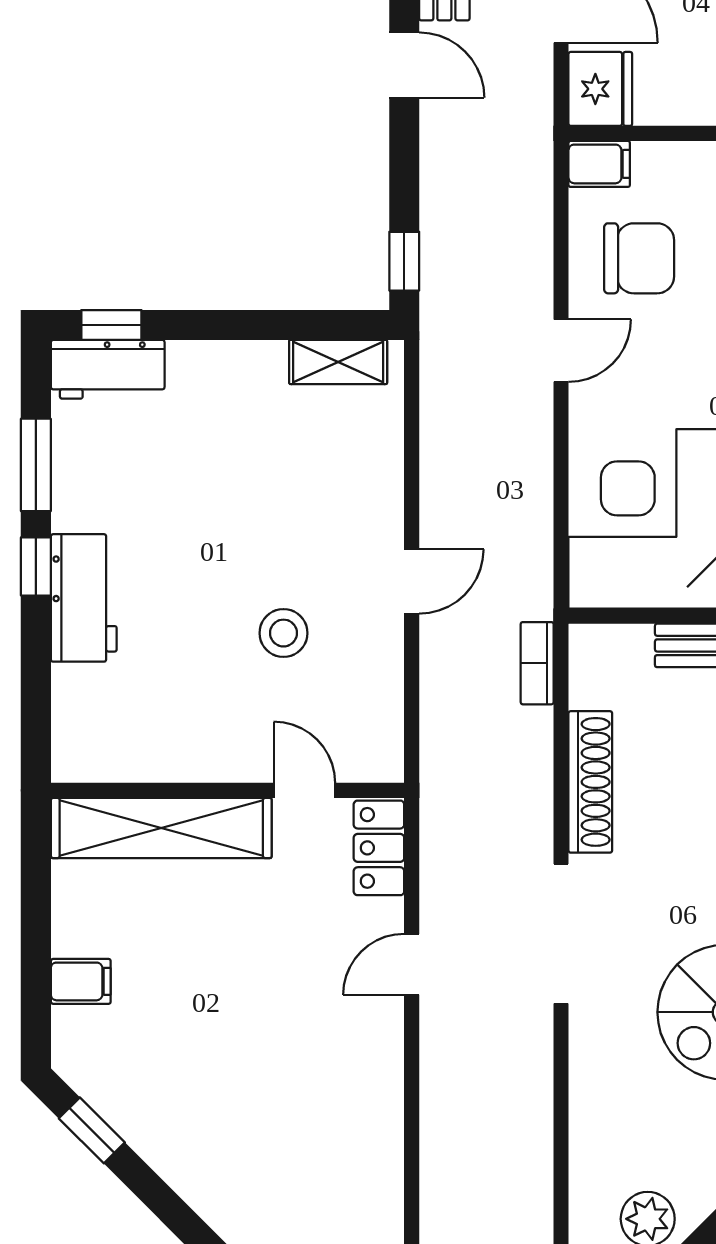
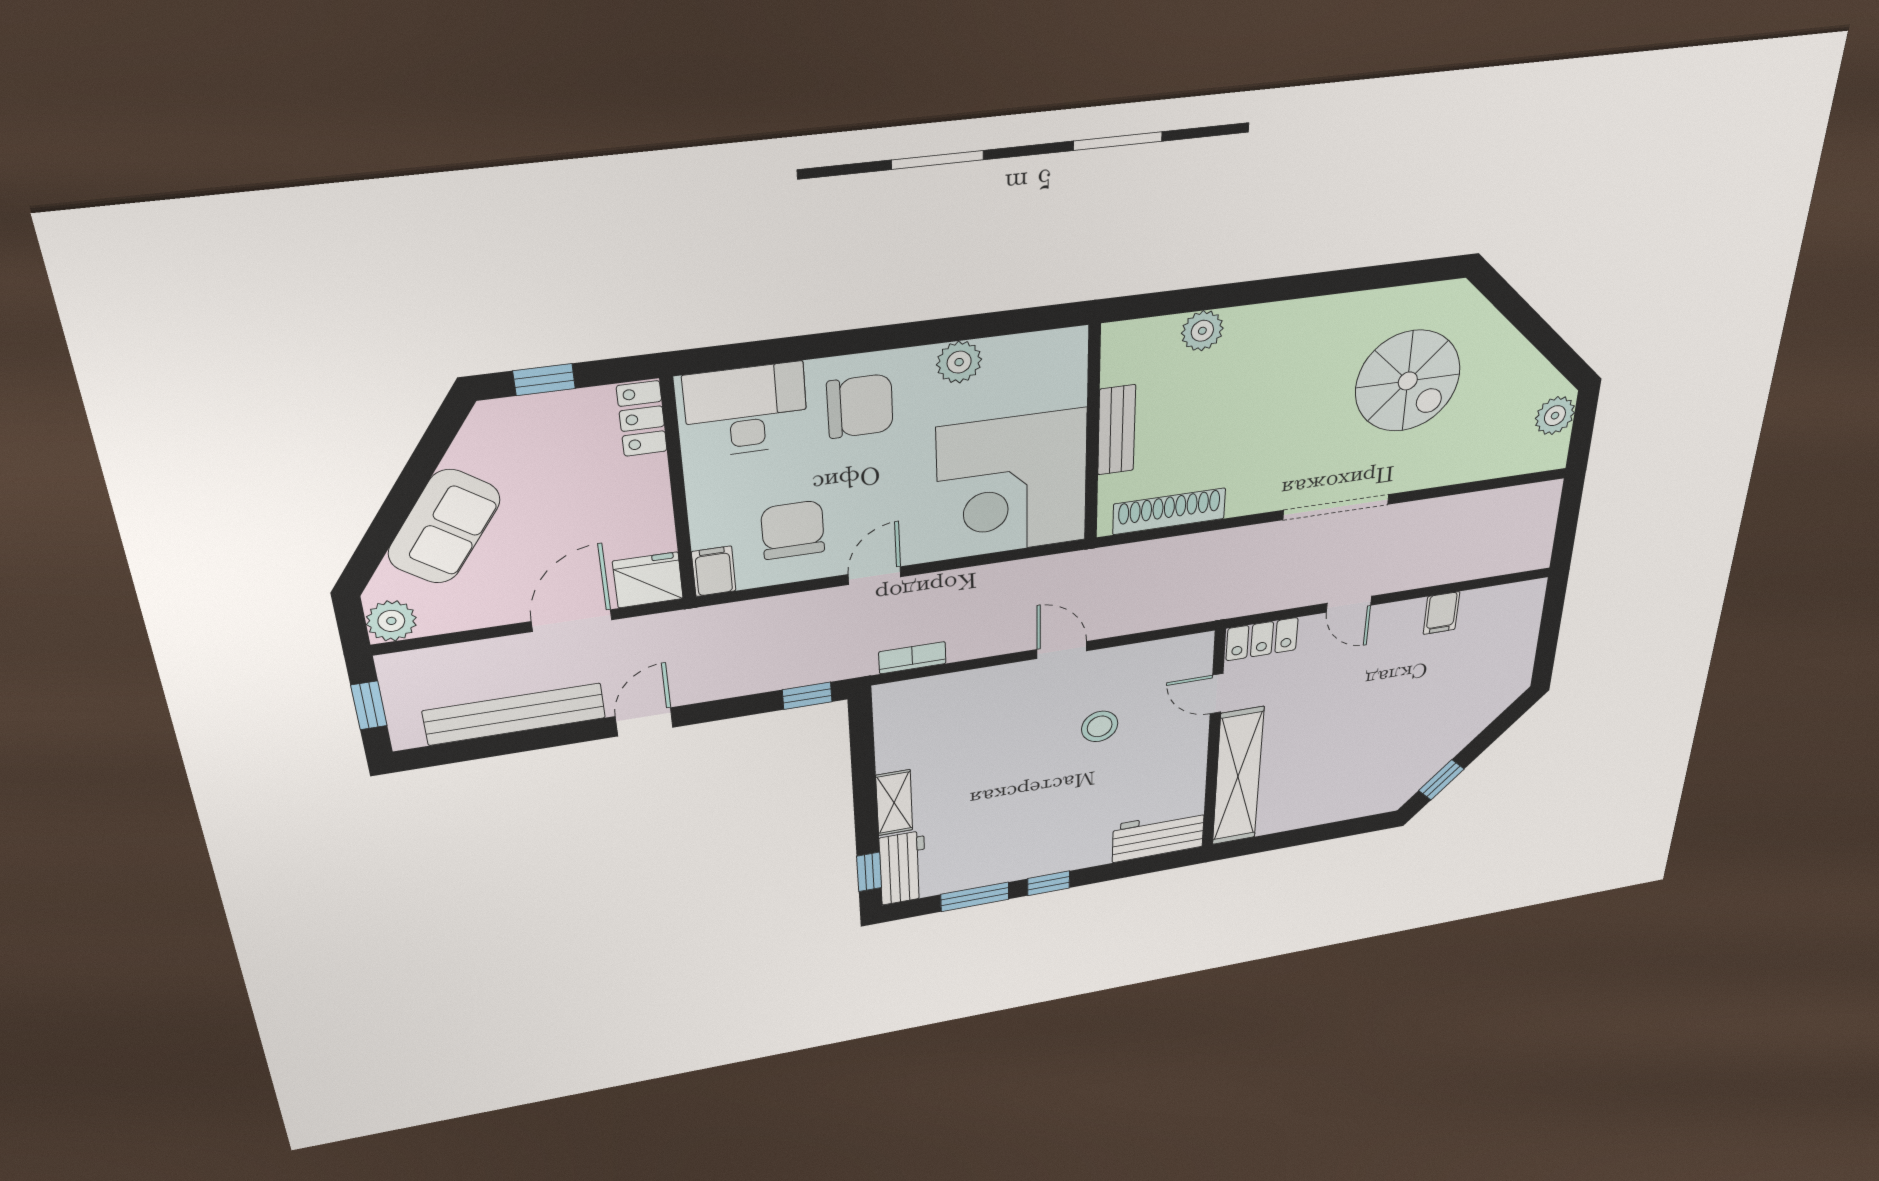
door: (561, 351) -> (875, 576), hinge flipped
shelving: (338, 362) -> (894, 803), moved
workbench: (84, 598) -> (1158, 836), moved
bookcase: (537, 663) -> (912, 658), moved, turned 180
shoe rack: (590, 782) -> (1169, 511), moved
door: (304, 790) -> (1217, 694), hinge flipped
filing cabinet: (81, 981) -> (1441, 613), moved, turned 180

